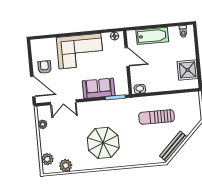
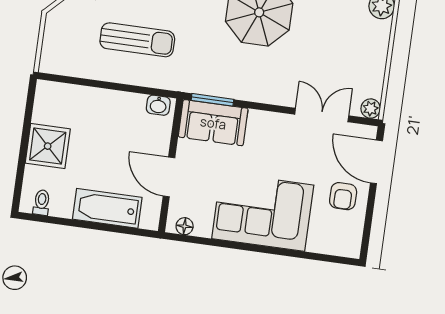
shower: (188, 70) -> (48, 146), moved
sofa: (99, 88) -> (213, 123), moved
plant: (43, 124) -> (371, 109), moved

